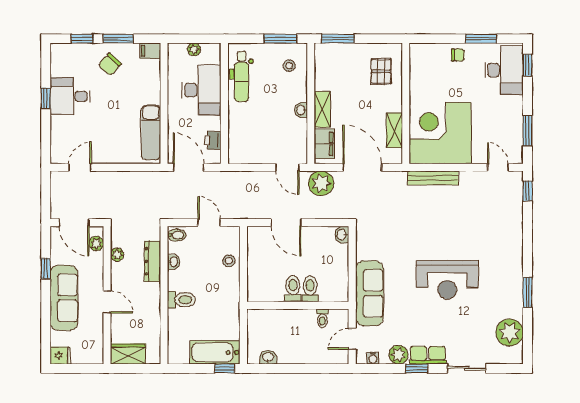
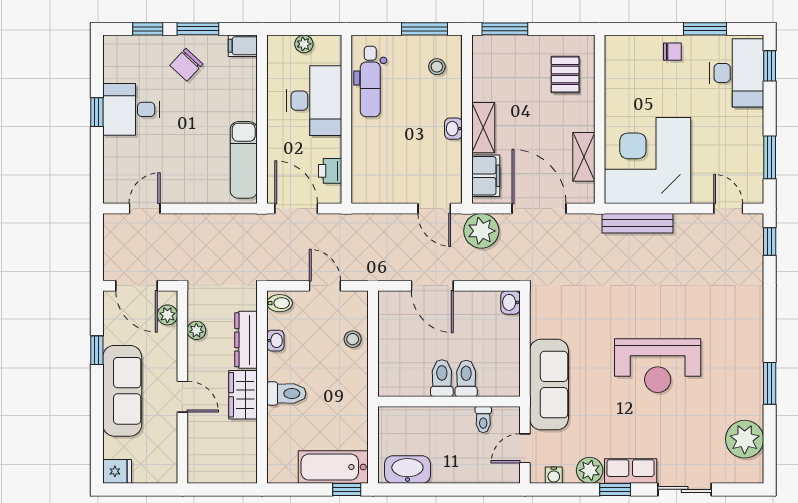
wardrobe: (128, 354) -> (243, 395), moved, turned -90
washbasin: (268, 357) -> (407, 470), width x1.91, depth x1.45

